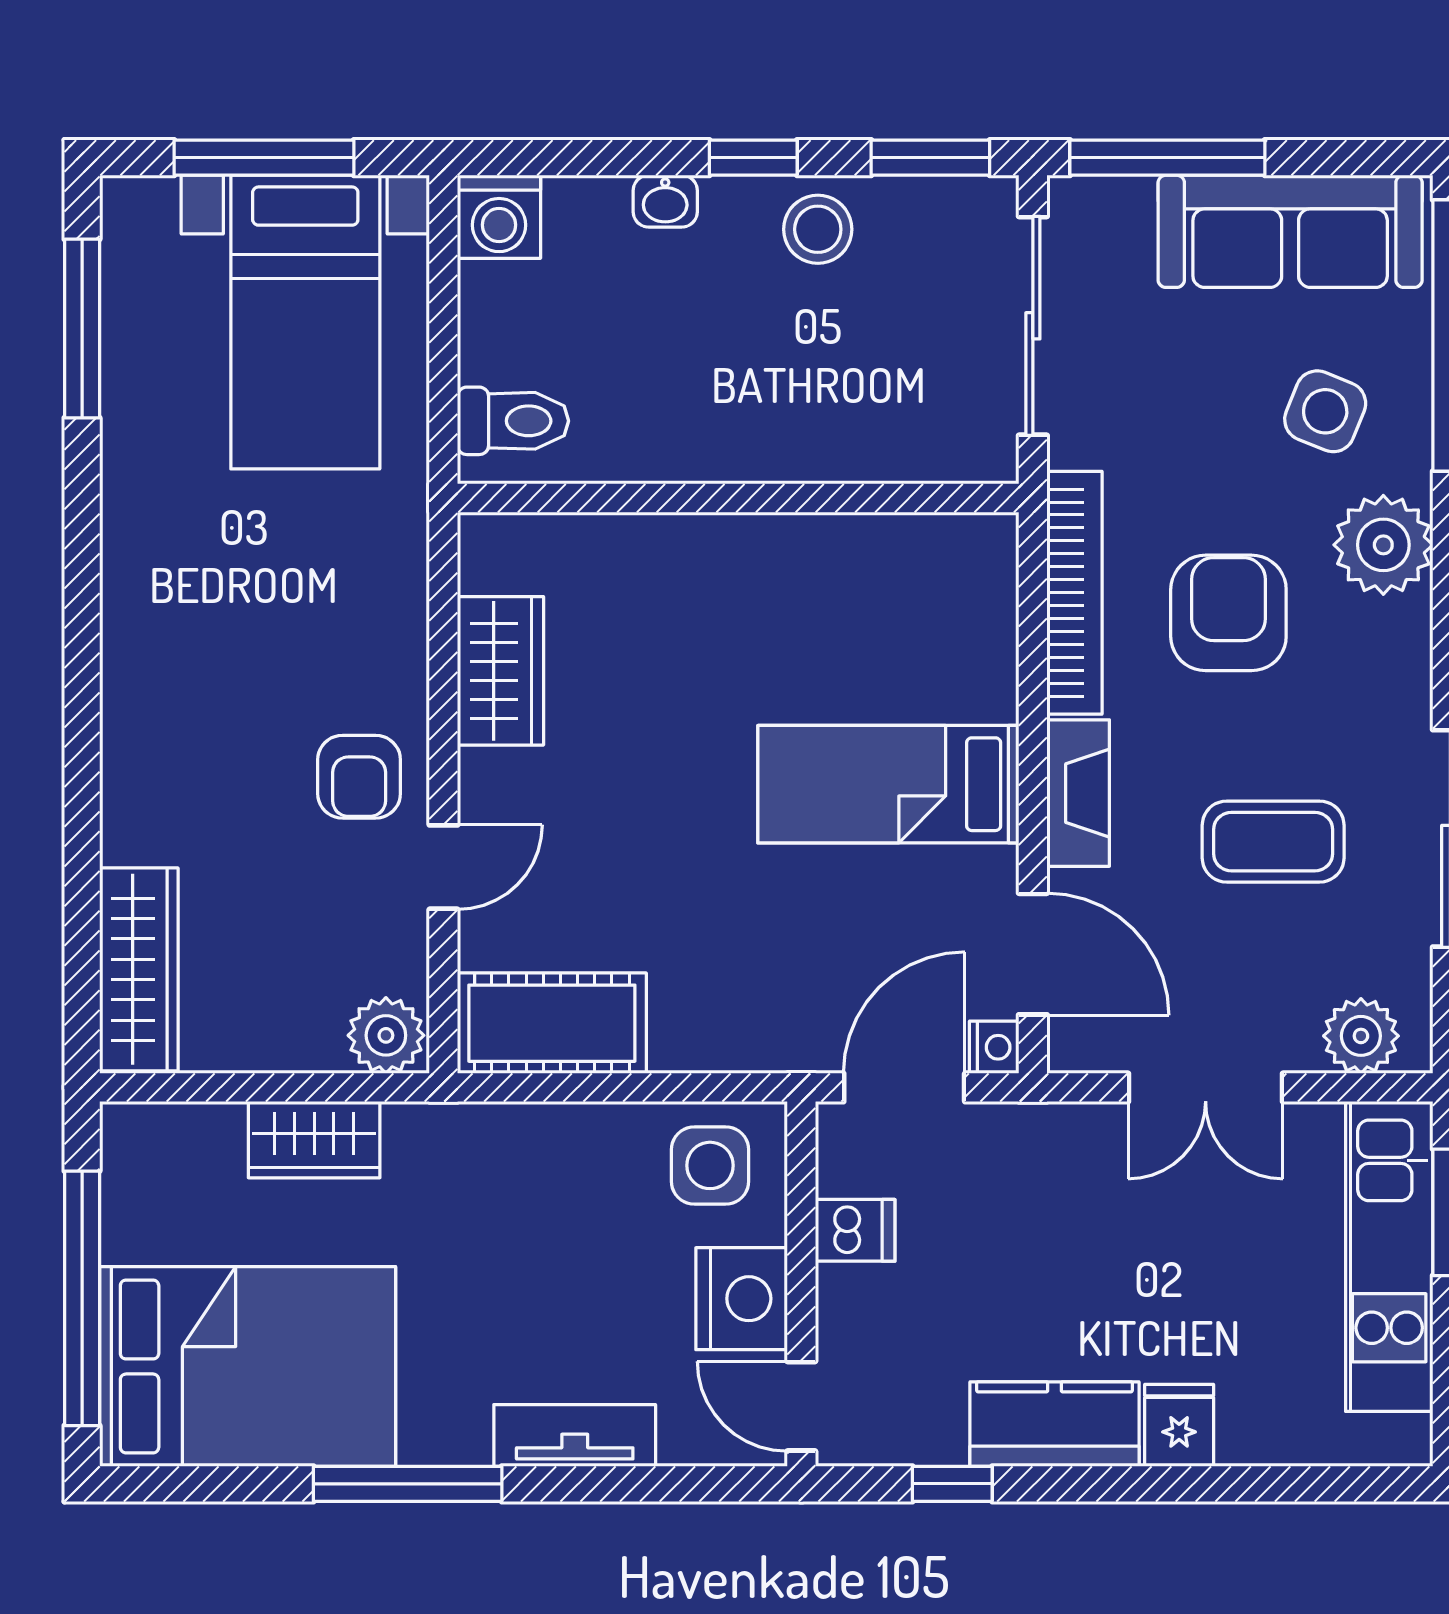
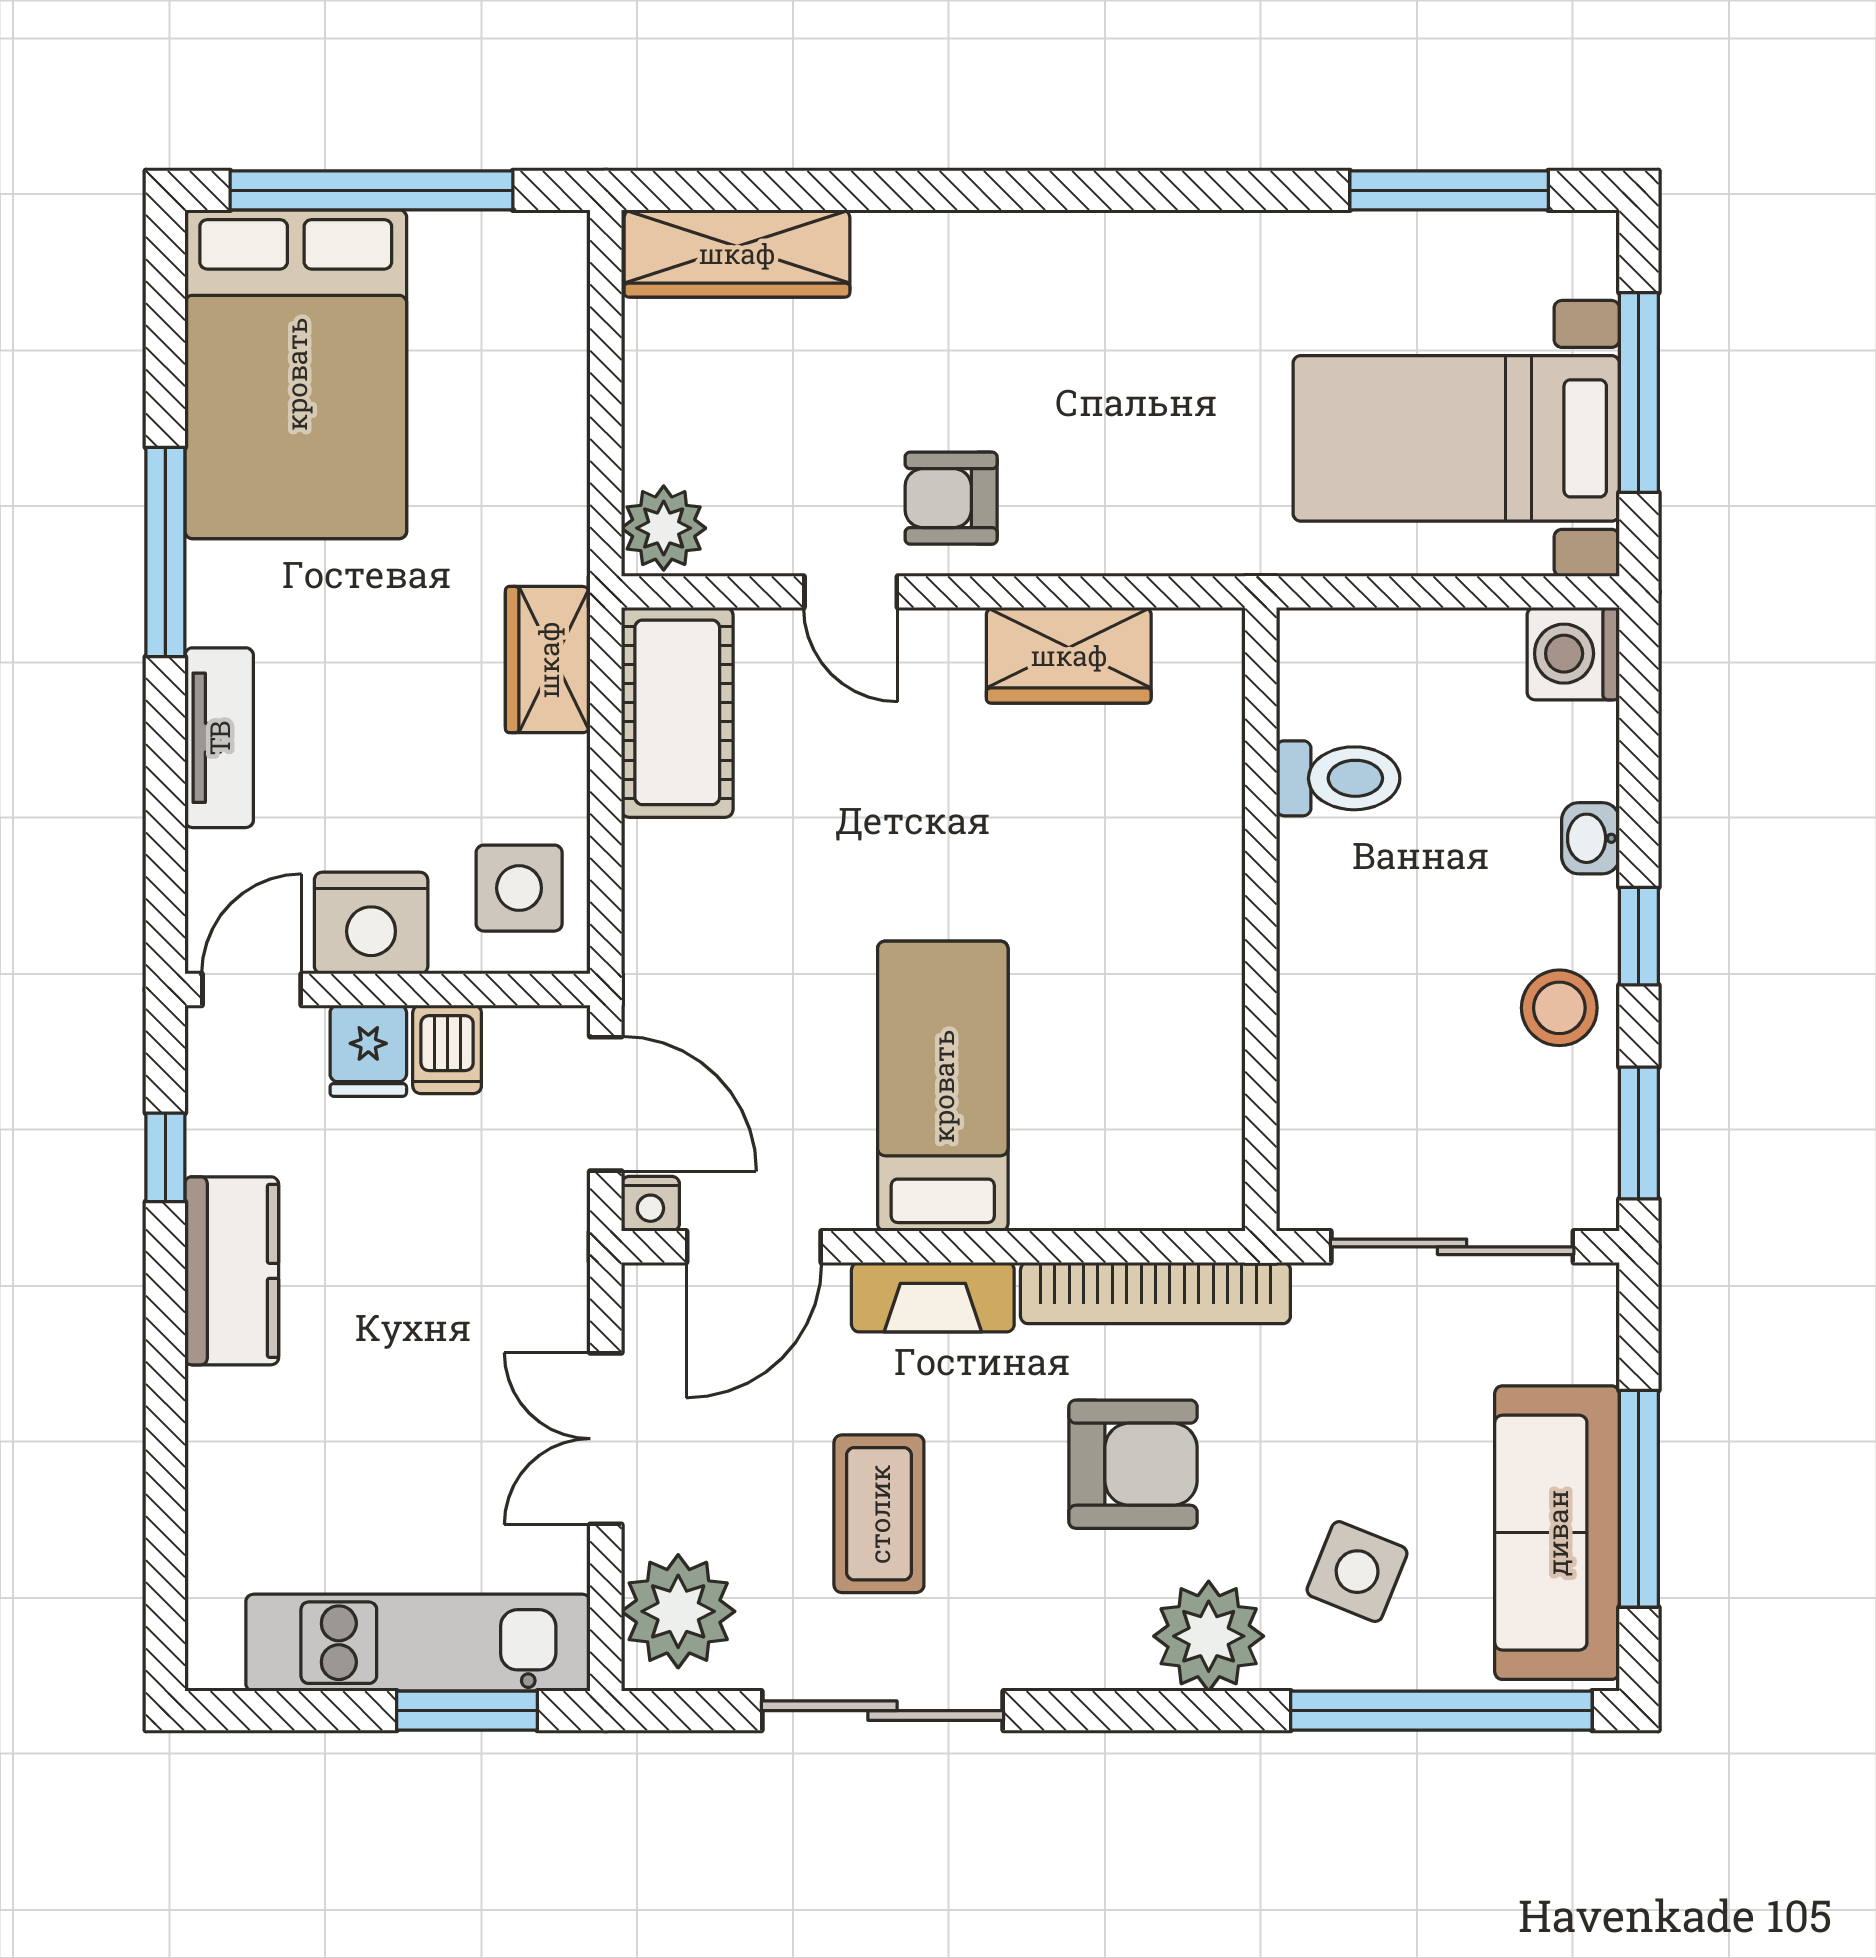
window: (1167, 158) -> (1639, 1499), moved
toilet: (513, 421) -> (1338, 778), moved, turned -90
plant: (1361, 1036) -> (678, 1611), width x1.36, depth x1.36
wardrobe: (314, 1140) -> (548, 660), moved
fridge: (1179, 1425) -> (368, 1051), moved, turned 90

